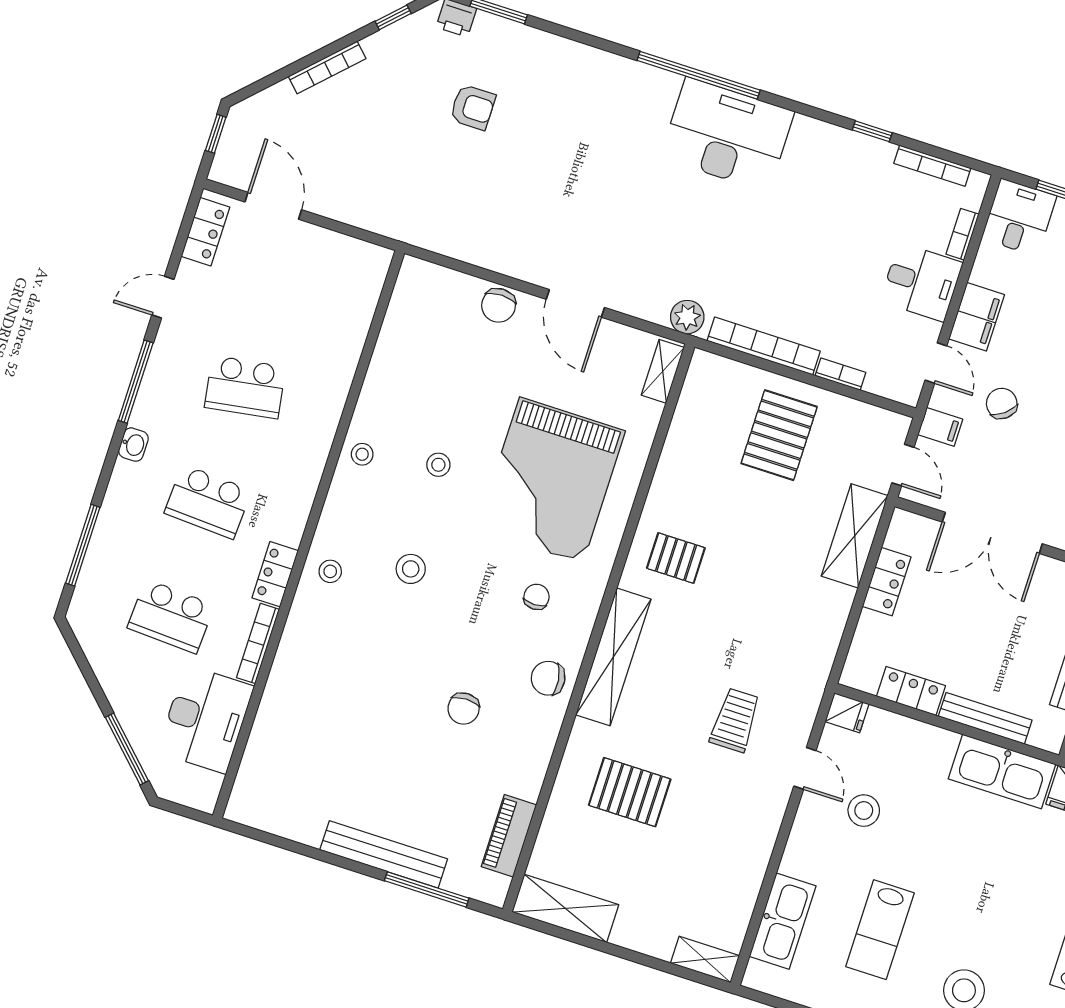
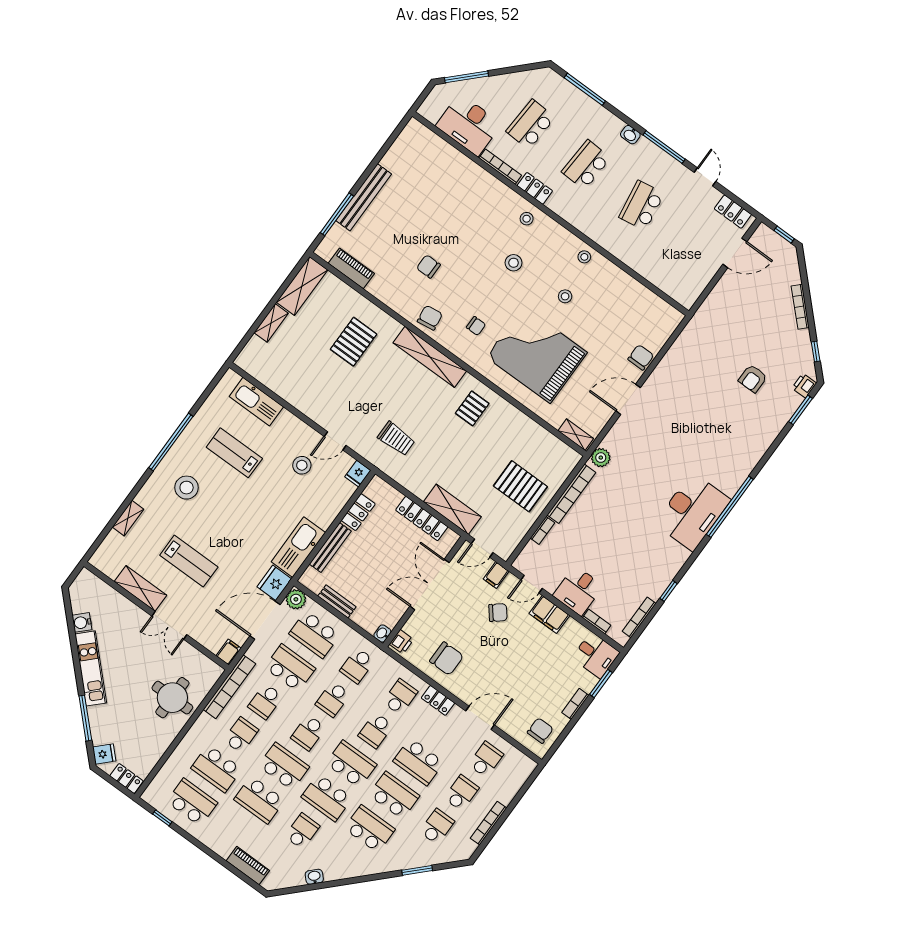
chair: (499, 305) -> (641, 357), turned 90
locker: (887, 582) -> (422, 518), width x1.53
trolley: (735, 720) -> (396, 439), moved
shelving: (705, 959) -> (271, 323), moved

